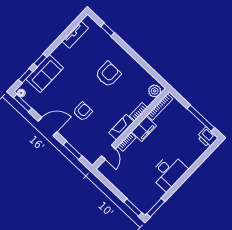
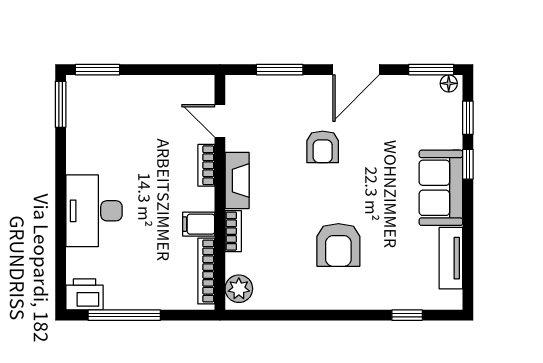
sofa: (45, 73) -> (441, 188), moved
filing cabinet: (144, 129) -> (199, 224), width x0.50
desk: (168, 172) -> (94, 211), moved

